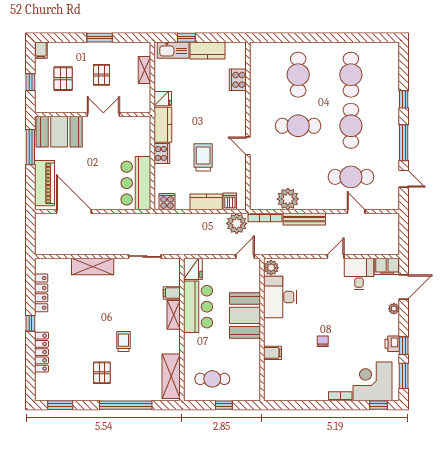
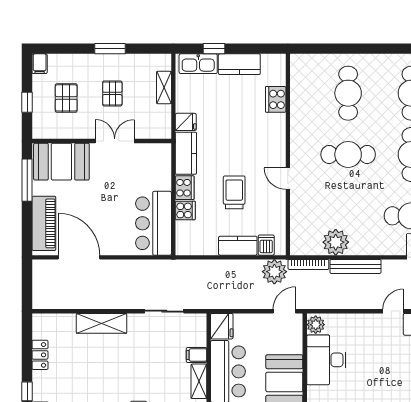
cooker: (167, 202) -> (185, 210), moved, turned 90
locker: (41, 293) -> (40, 355), width x0.66

